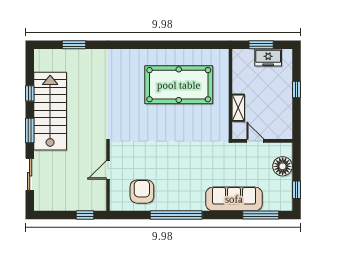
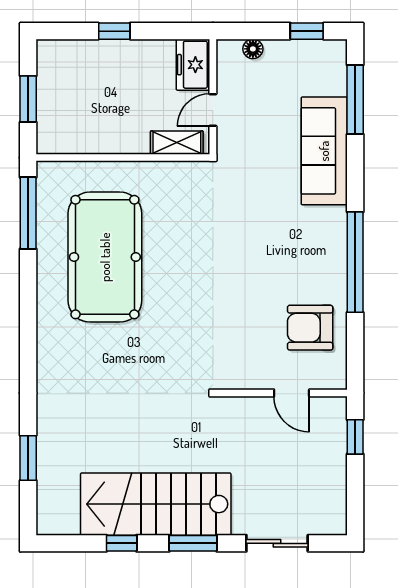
window: (202, 45) -> (28, 213), added
freezer: (268, 58) -> (193, 65), moved, turned 180
shelving: (238, 108) -> (177, 143), moved
floor lamp: (283, 166) -> (253, 49), width x0.53, depth x0.53
door: (108, 170) -> (292, 393), moved

